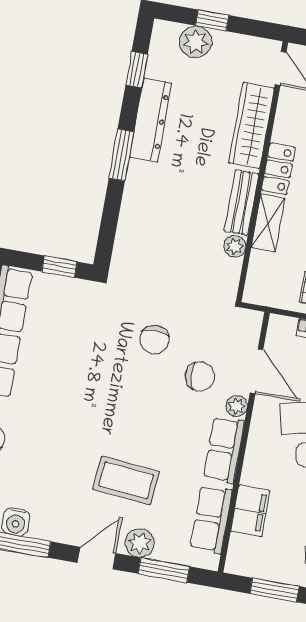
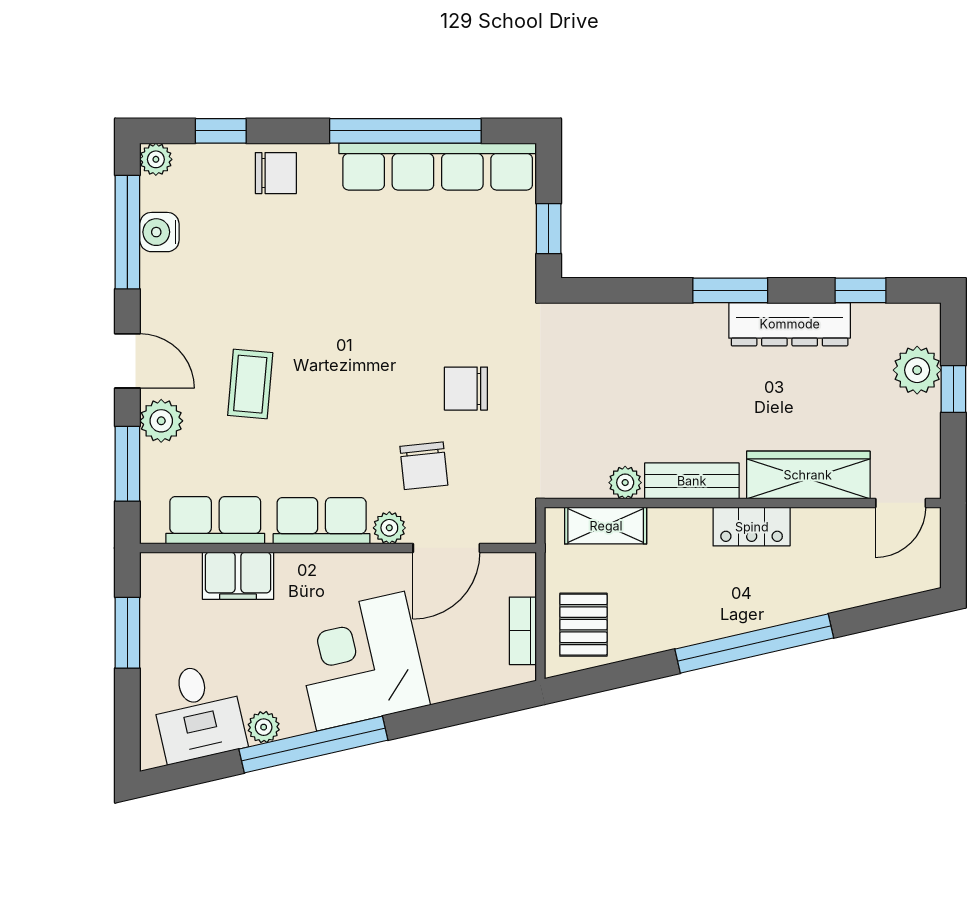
shelving: (268, 223) -> (606, 526), moved
coffee table: (126, 480) -> (250, 384), width x0.73, depth x0.77

